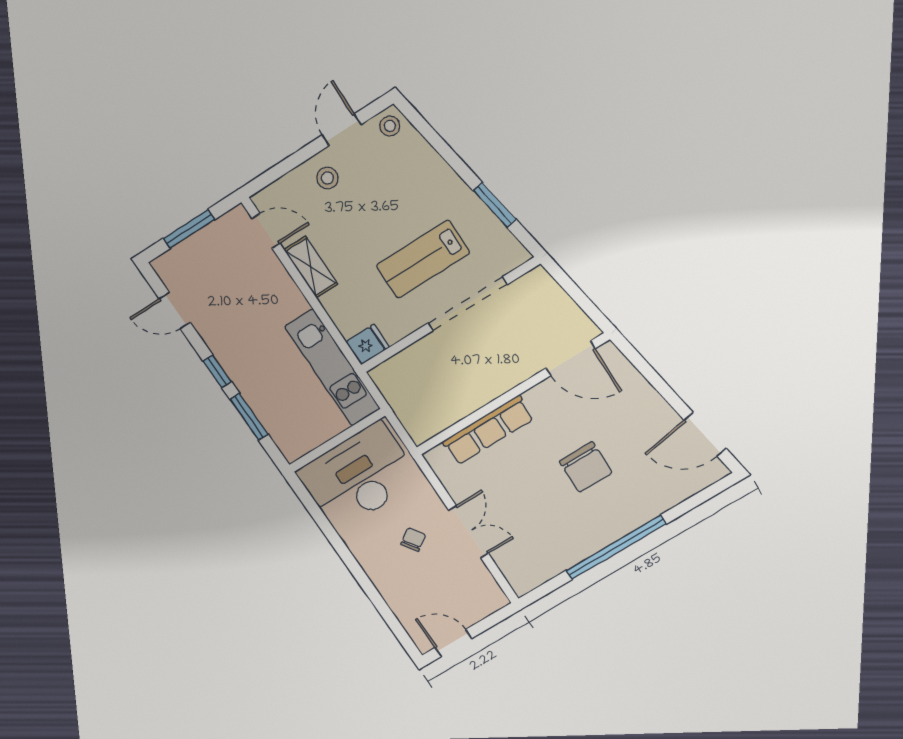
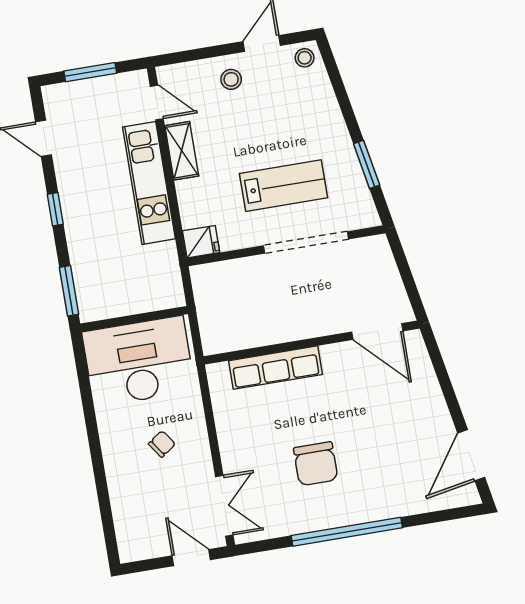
lab bench: (423, 259) -> (283, 186), turned 180
kitchen unit: (333, 368) -> (149, 183), moved
window: (249, 417) -> (69, 291), moved
door: (705, 434) -> (471, 455), hinge flipped
chair: (586, 467) -> (316, 464), moved
double door: (468, 532) -> (224, 506), moved
door: (453, 643) -> (191, 558), moved

